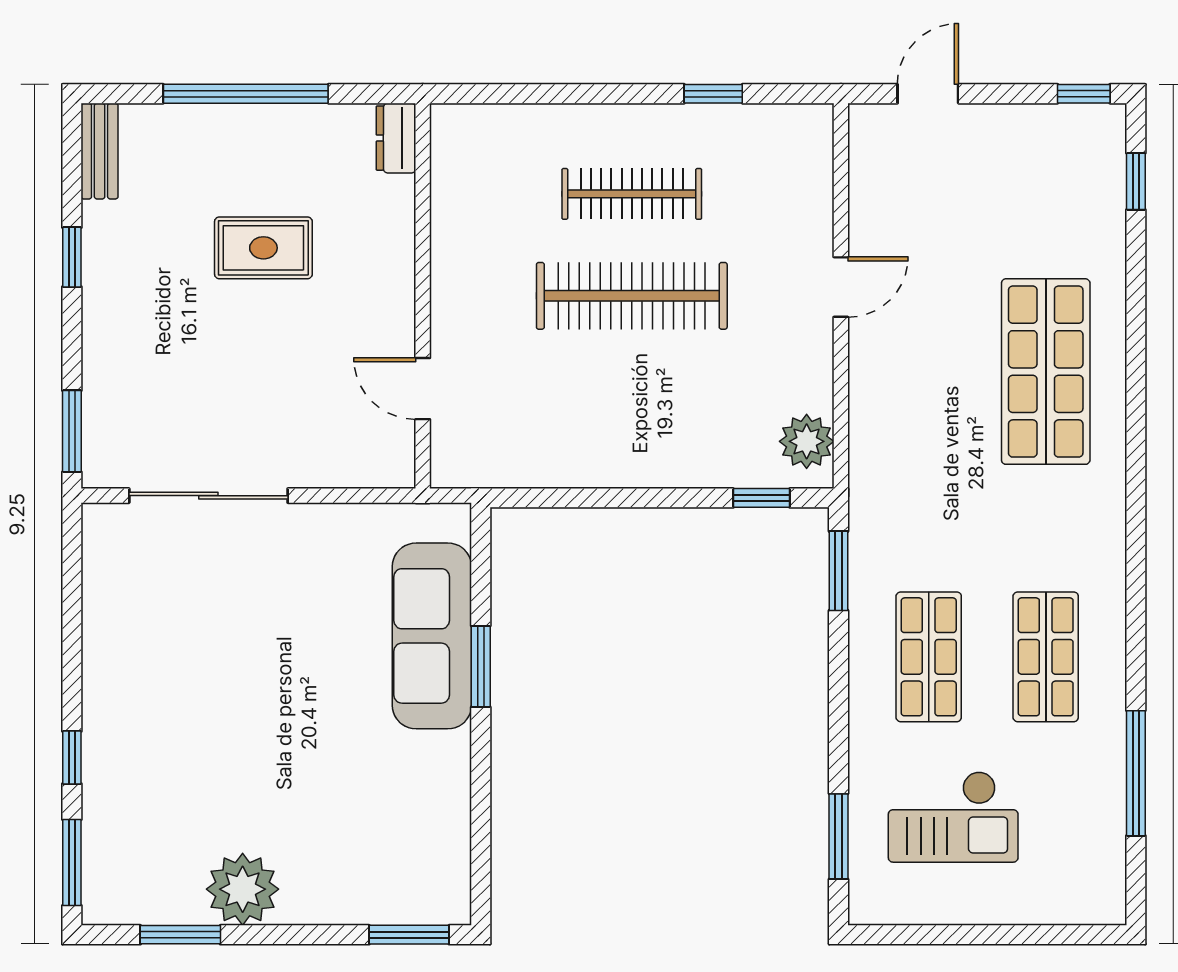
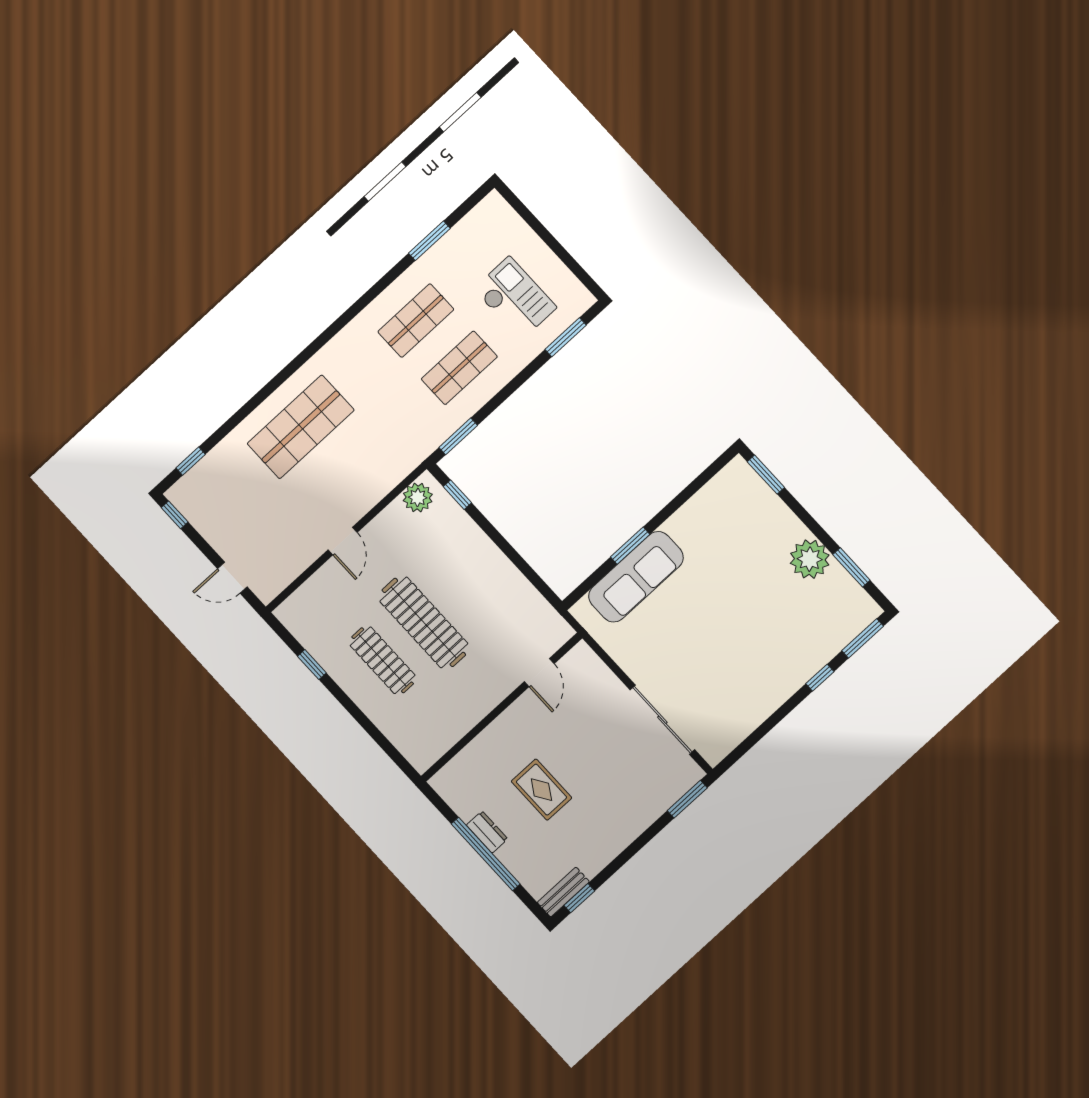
dresser: (396, 138) -> (487, 832), moved, turned -90
window: (72, 257) -> (579, 898), moved
door: (841, 287) -> (343, 541), swing flipped
window: (1136, 773) -> (429, 241), width x0.69

